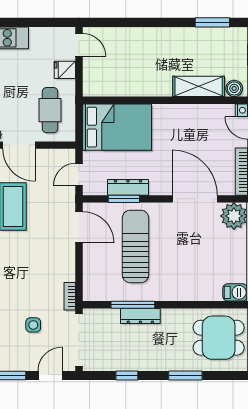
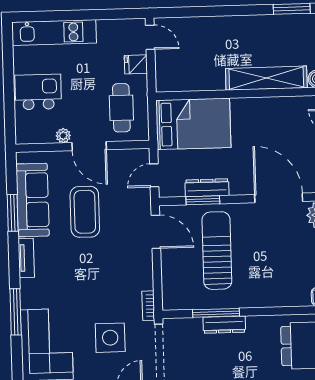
shelving: (199, 86) -> (266, 78), width x1.47
side table: (33, 325) -> (110, 338), width x1.87, depth x1.87

